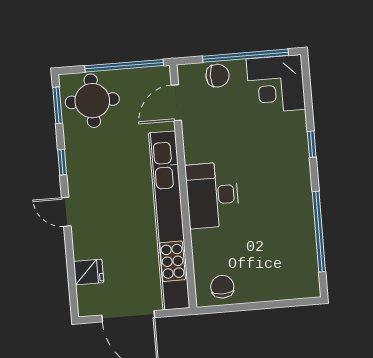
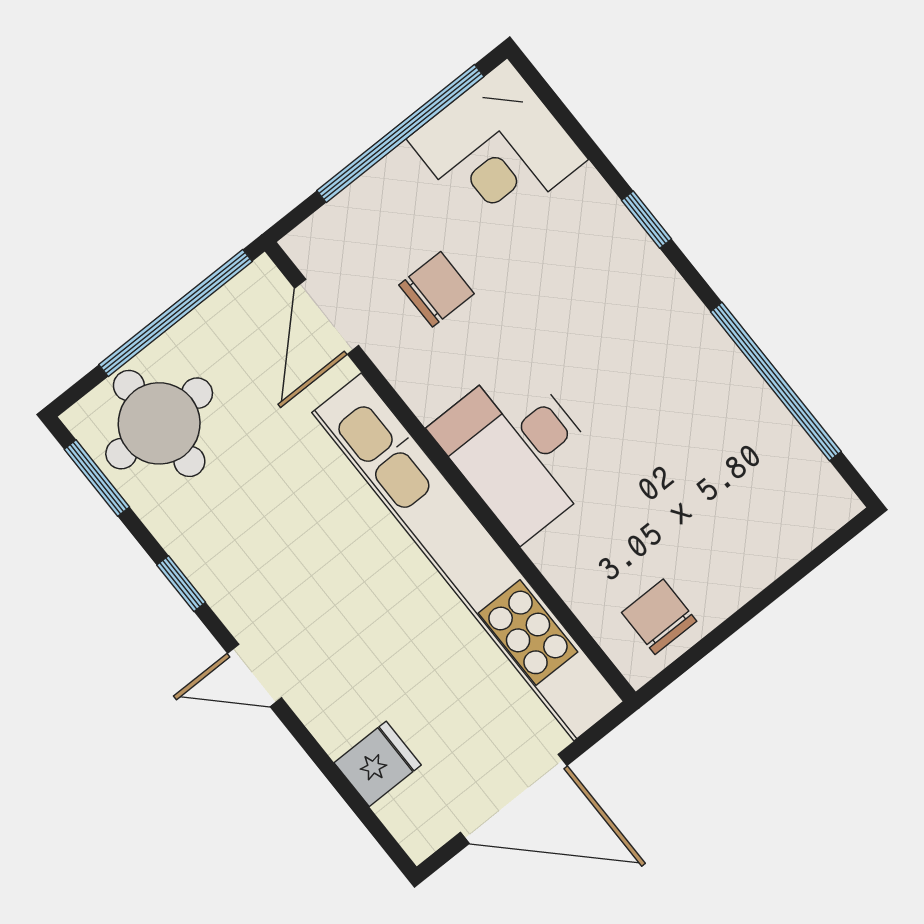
chair: (217, 76) -> (437, 289), moved

